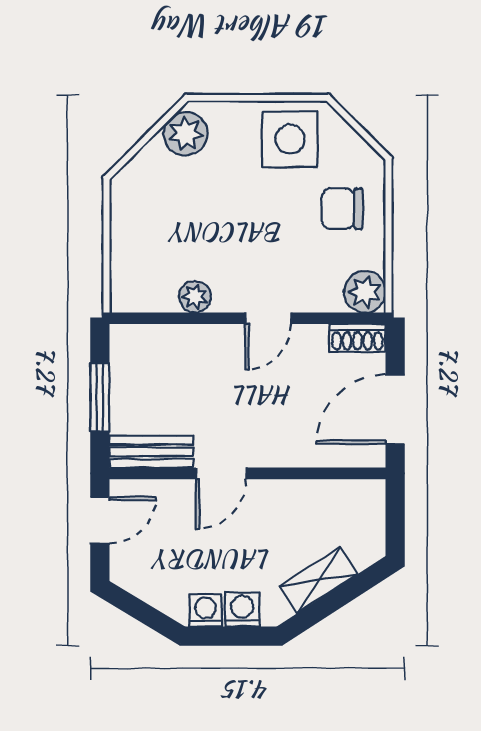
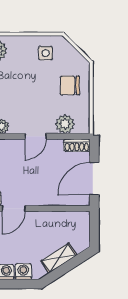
side table: (290, 139) -> (46, 53), width x0.54, depth x0.54
plant: (365, 292) -> (65, 124), moved

